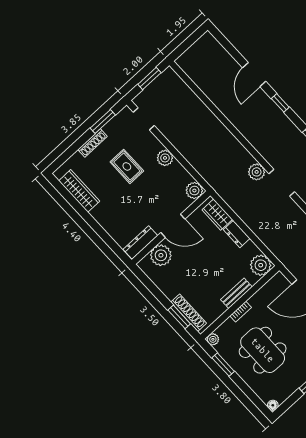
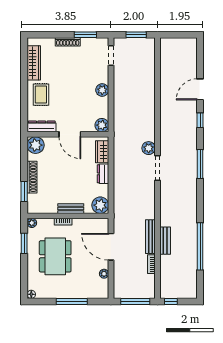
rug: (127, 166) -> (41, 95), moved
plant: (161, 255) -> (36, 145), moved
shoe rack: (189, 313) -> (32, 177), moved

